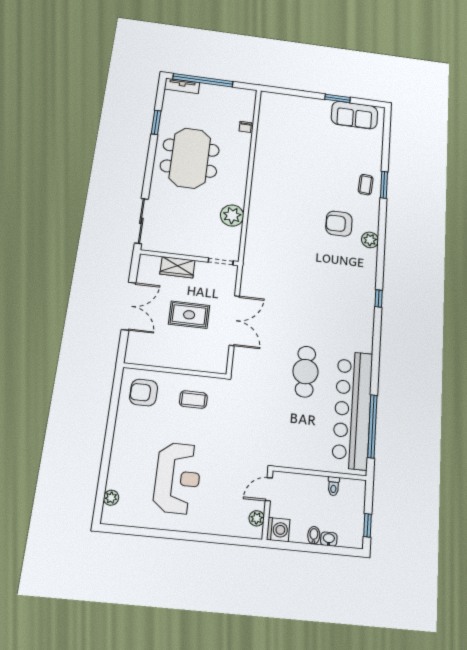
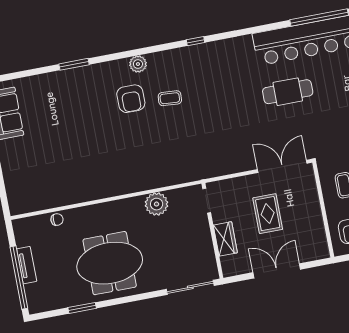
tv unit: (182, 86) -> (27, 265), moved
coffee table: (366, 185) -> (170, 98), moved
double door: (234, 320) -> (282, 166), moved

